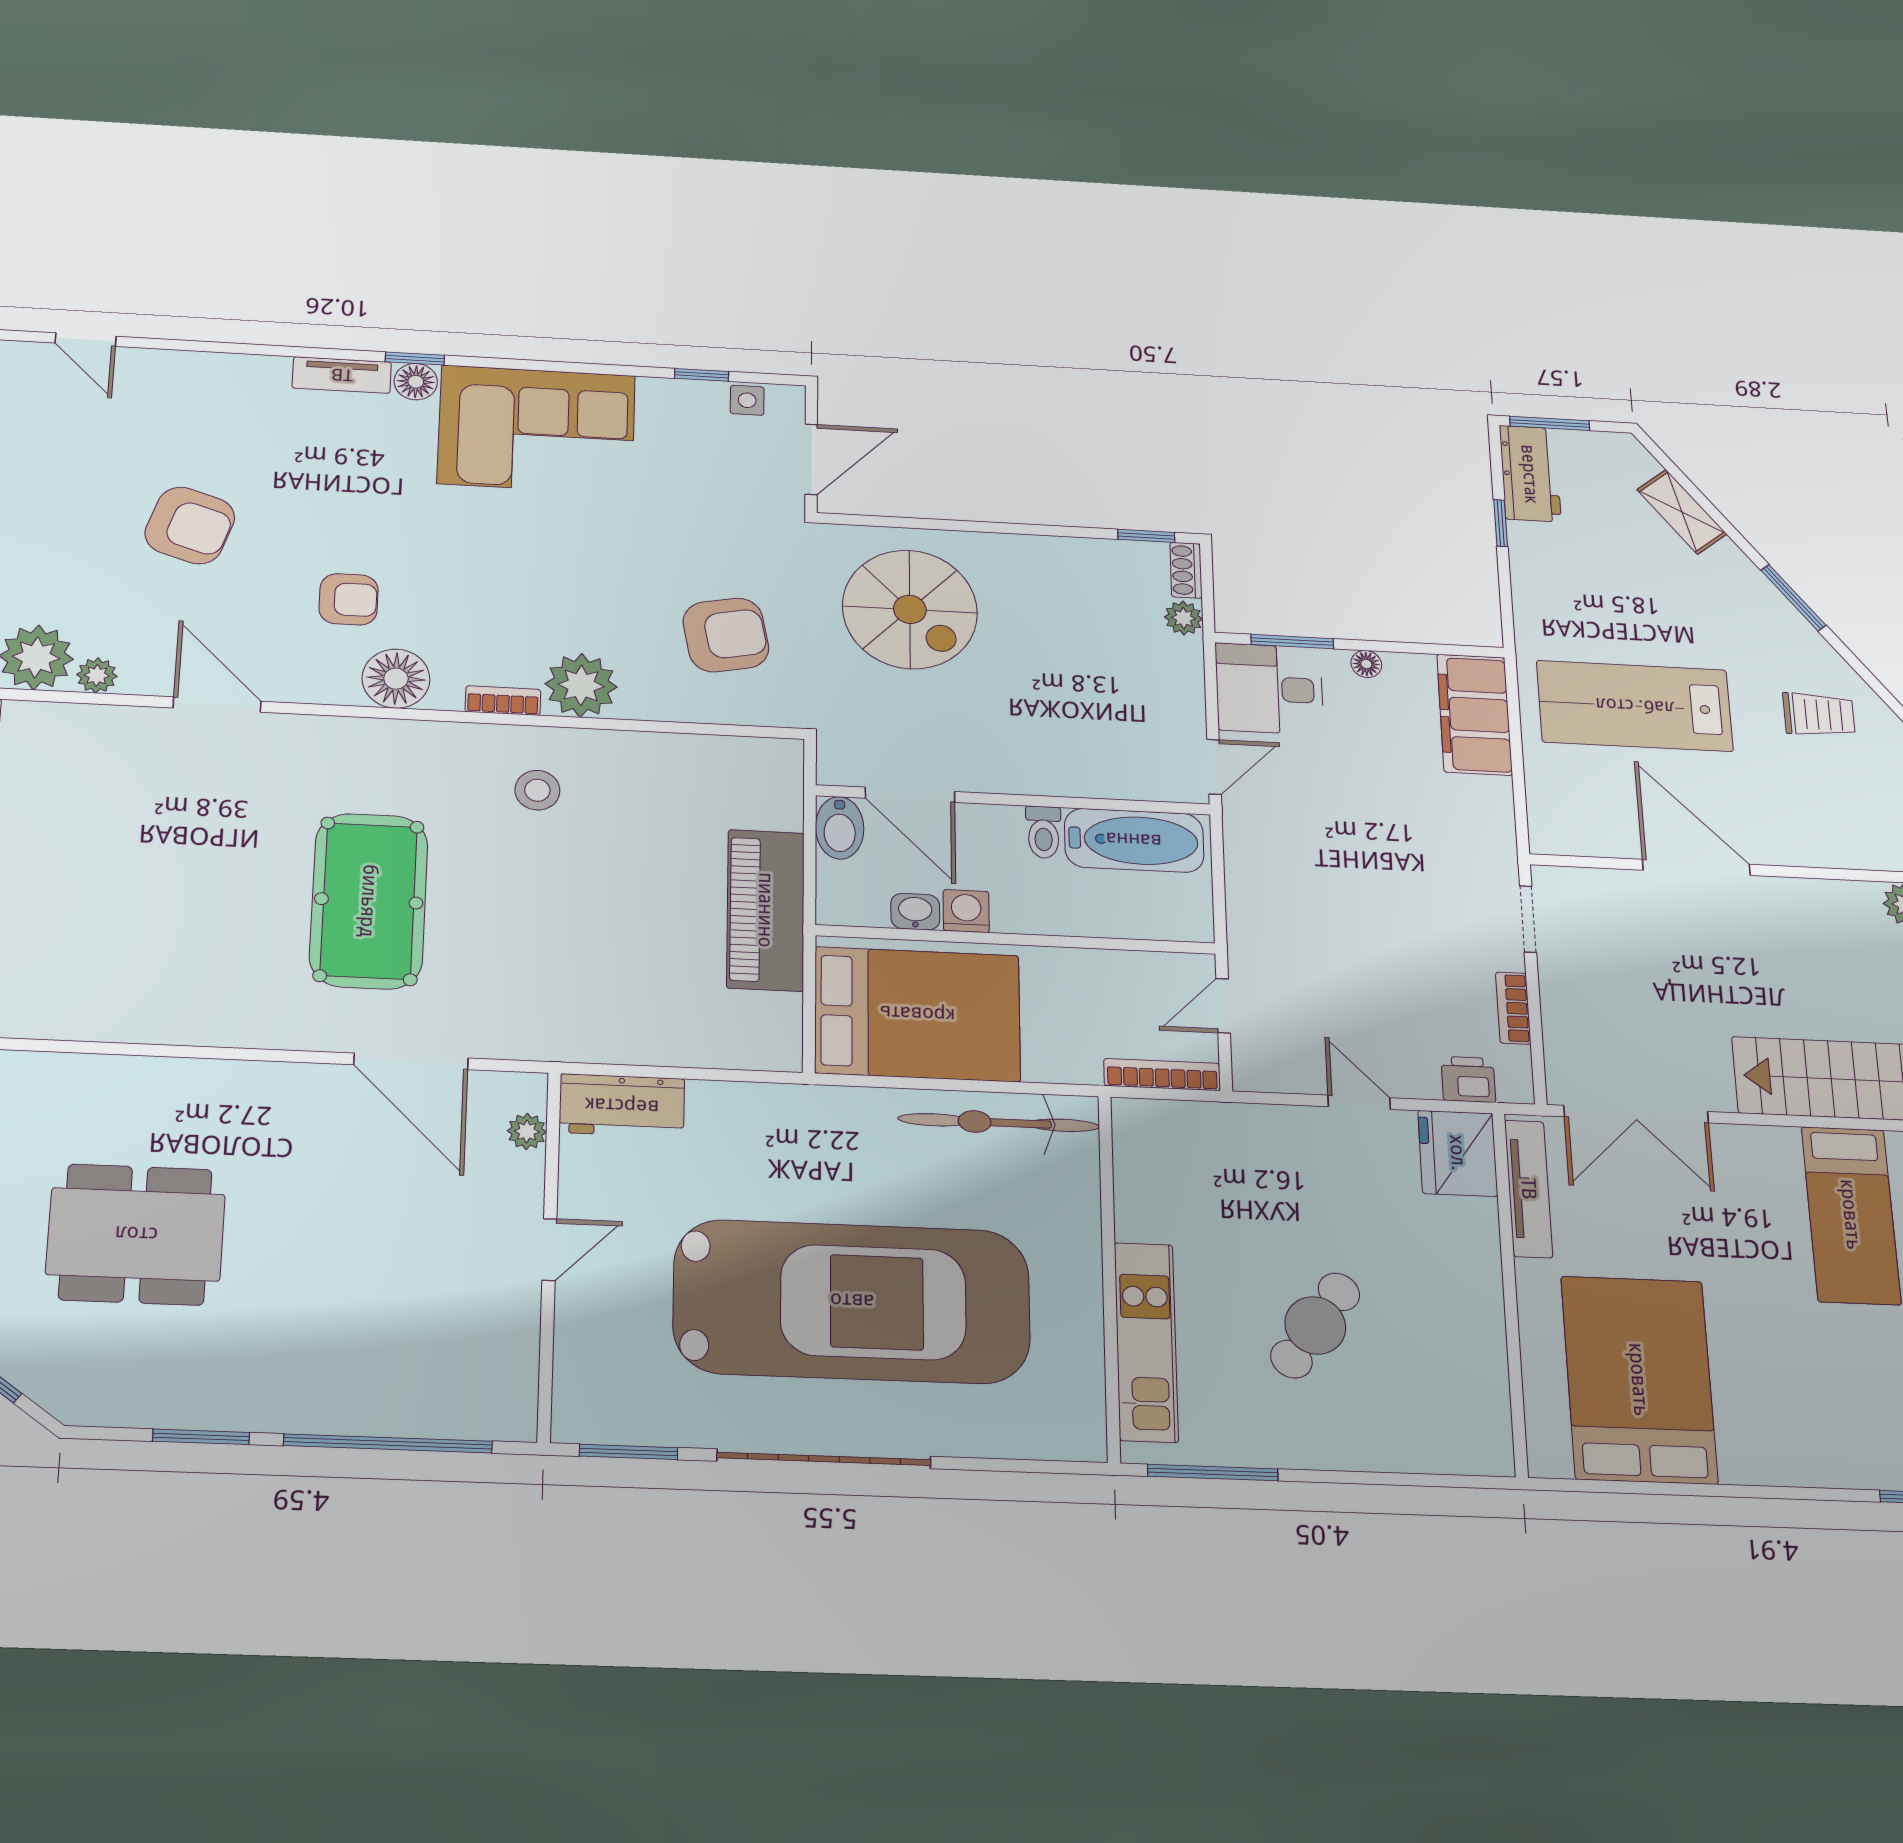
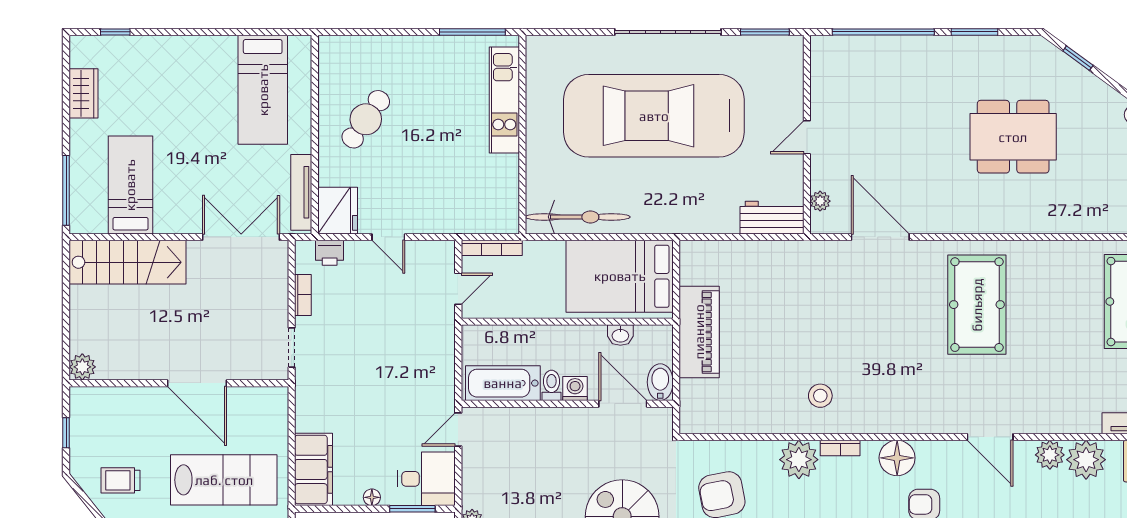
plant: (97, 675) -> (1050, 455), width x1.38, depth x1.38
pool table: (369, 901) -> (977, 305), moved
washing machine: (966, 911) -> (575, 389), moved, turned 180
cafe table: (1315, 1325) -> (366, 119), moved
bed: (1639, 1380) -> (263, 90), width x0.67

